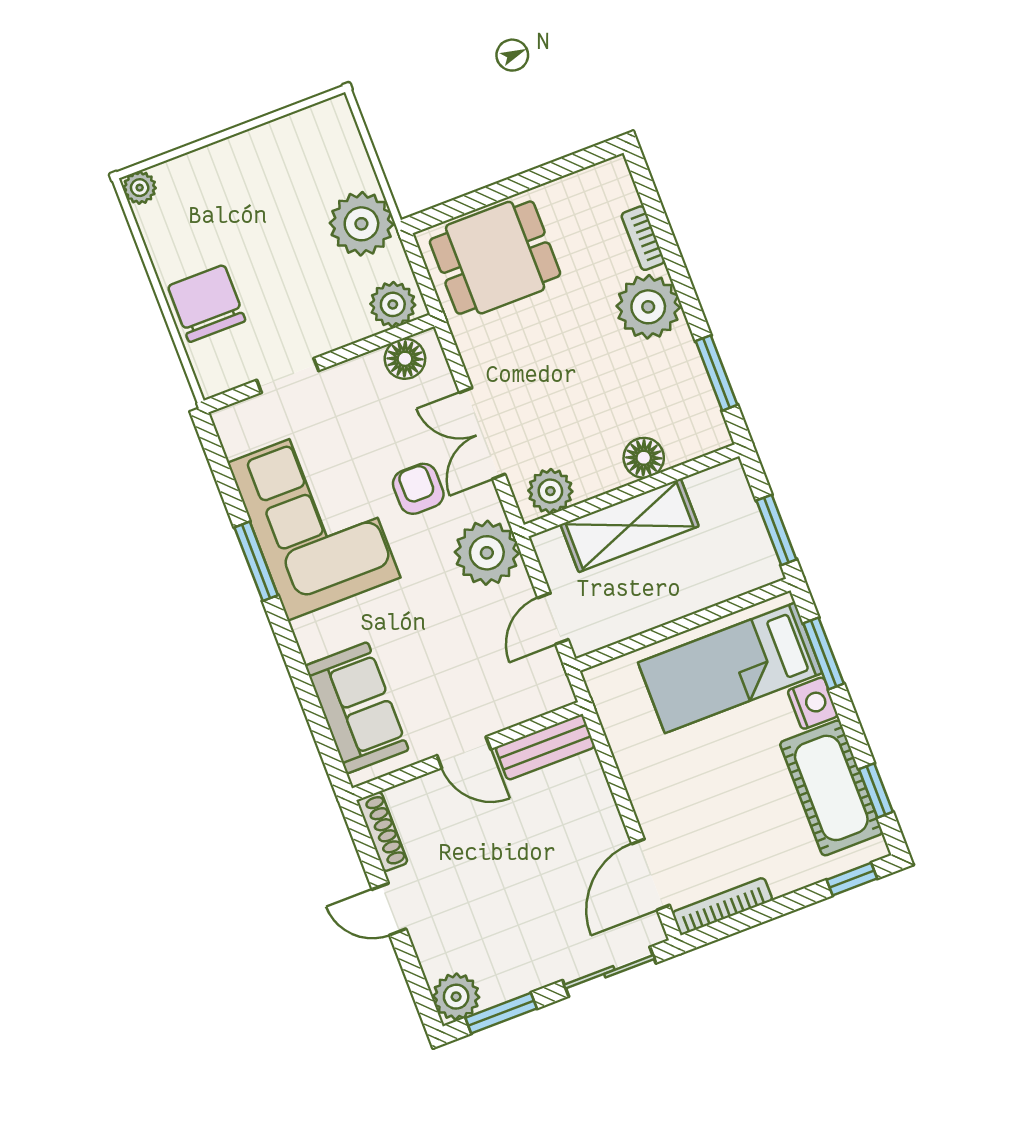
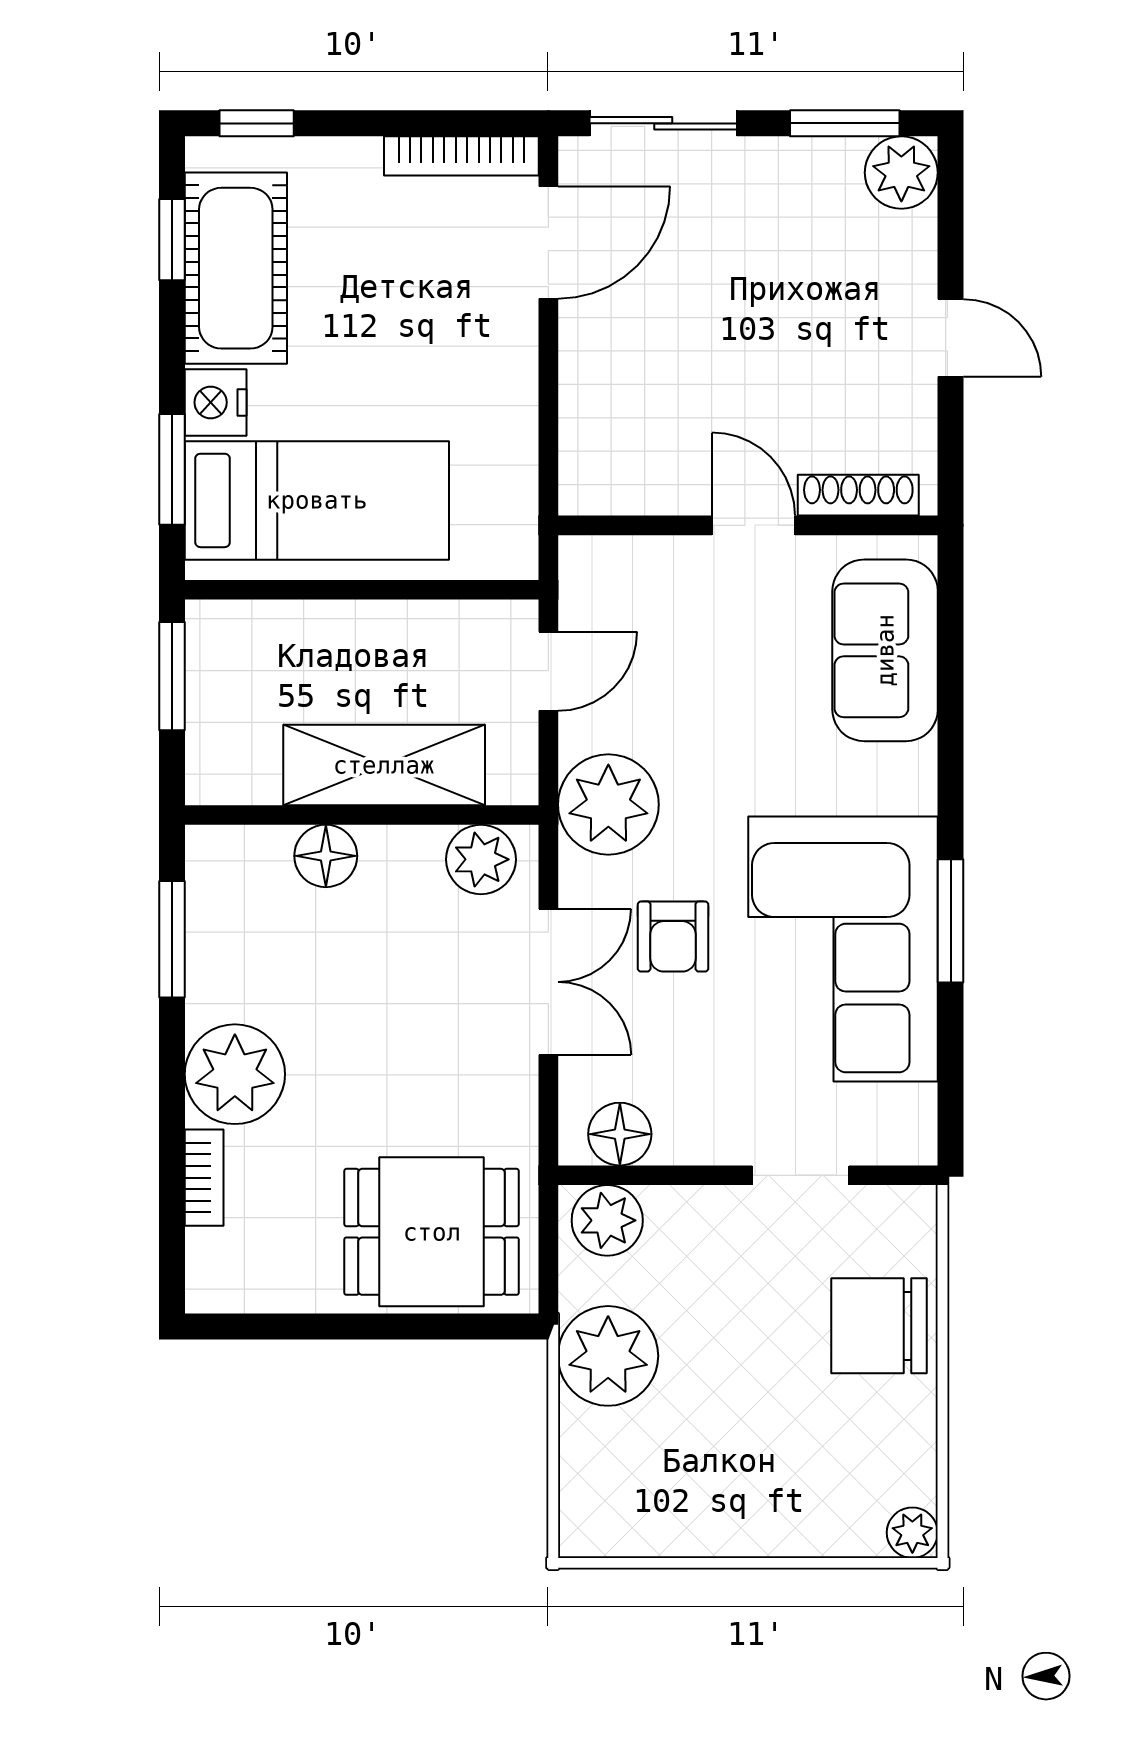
chair: (207, 303) -> (879, 1326), turned 90
bench: (545, 747) -> (632, 488), removed
shoe rack: (382, 831) -> (858, 495), moved, turned 90

